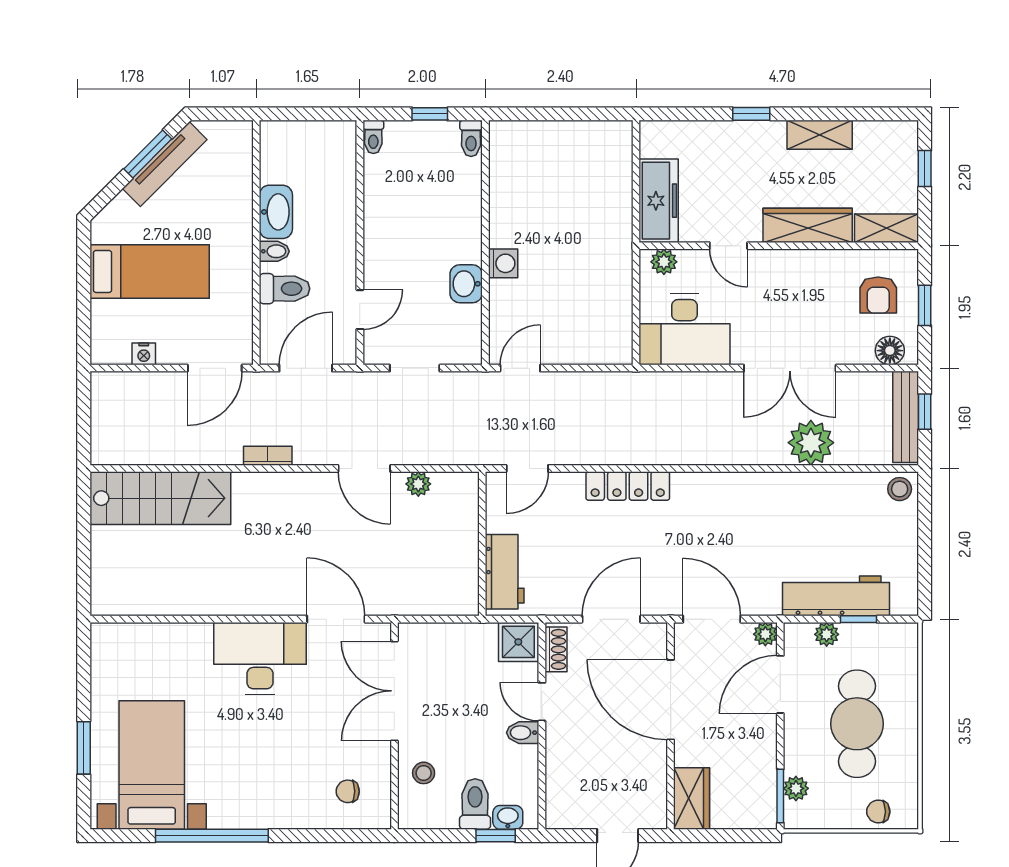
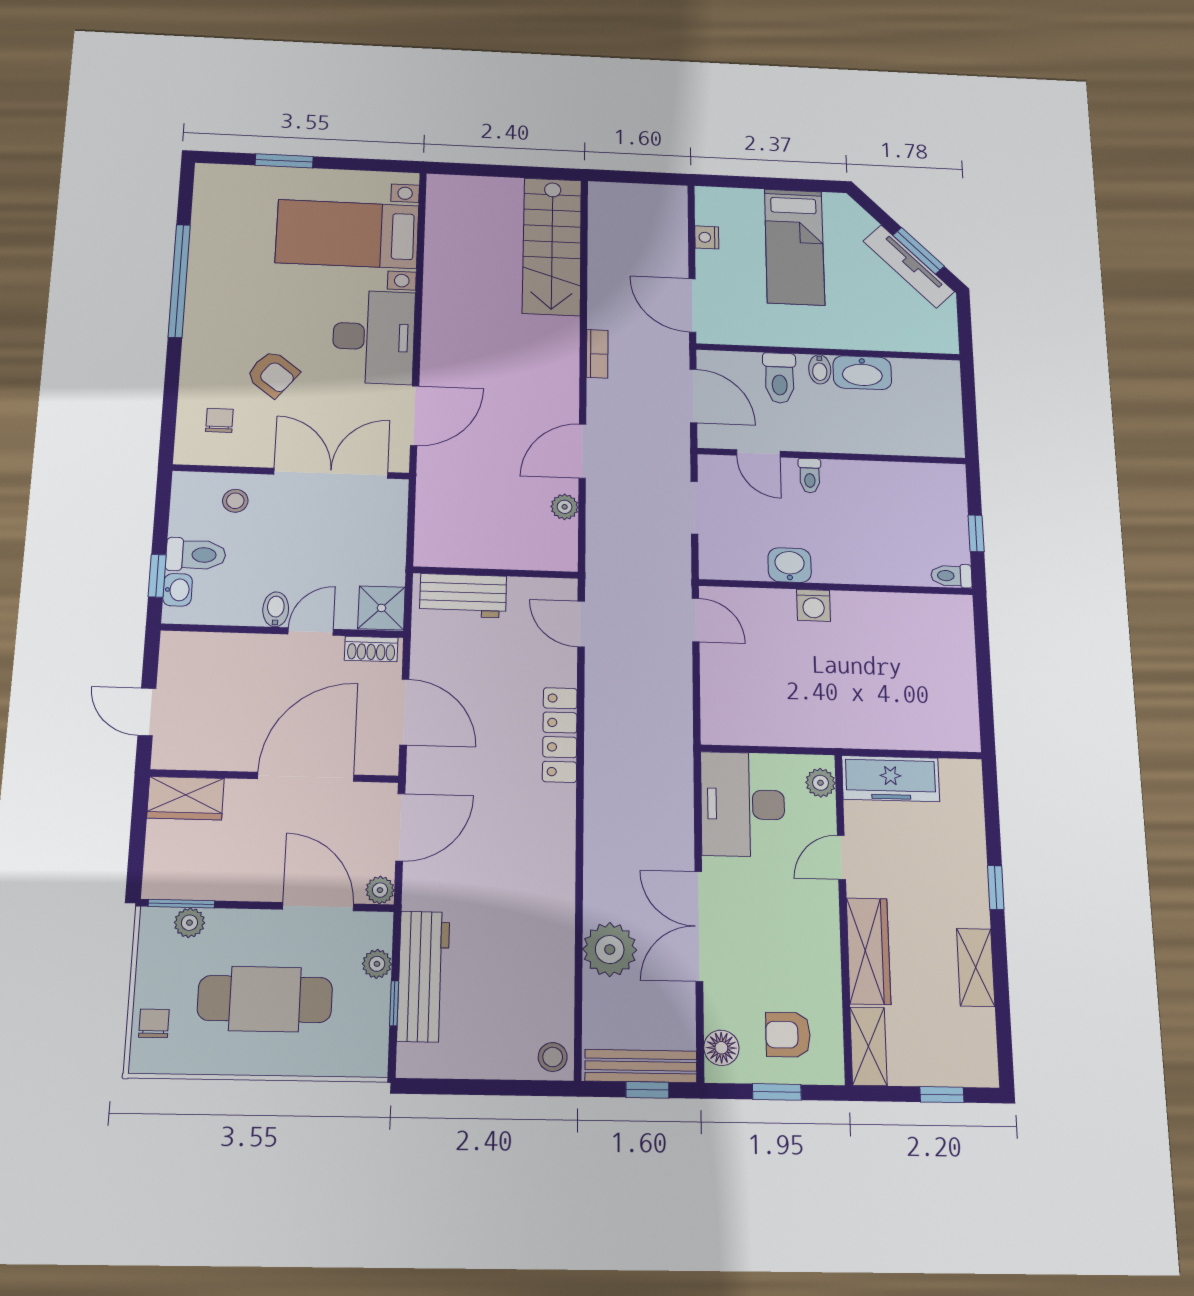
toilet: (373, 137) -> (810, 476), moved, turned -90
armchair: (300, 747) -> (273, 374), added
bed with nightstands: (152, 765) -> (347, 234), moved, turned 180

